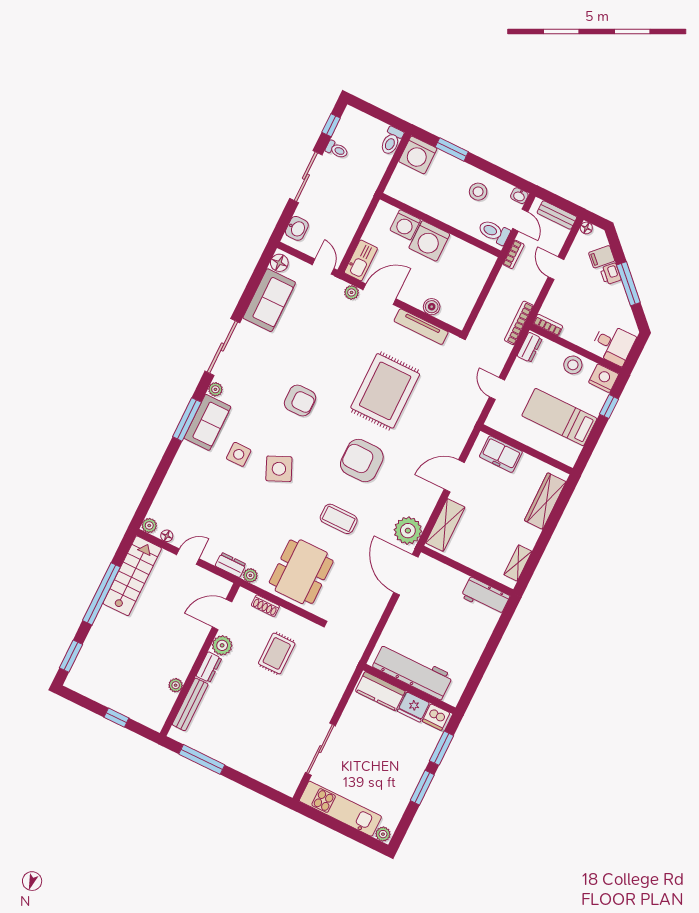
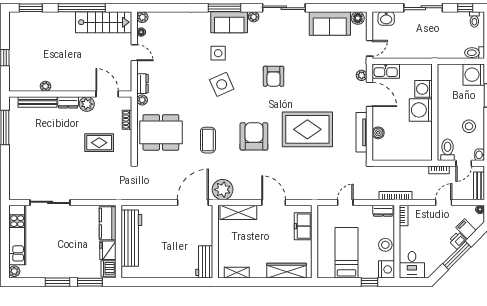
toilet: (337, 150) -> (474, 19), moved

